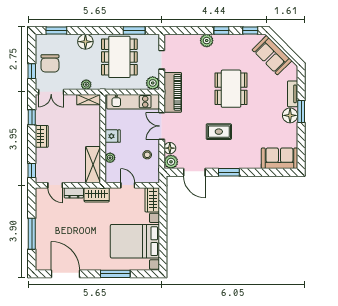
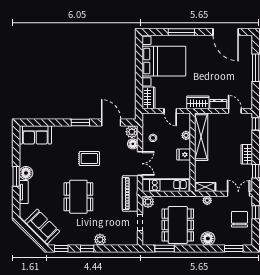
shelving: (93, 165) -> (201, 137), width x1.47

